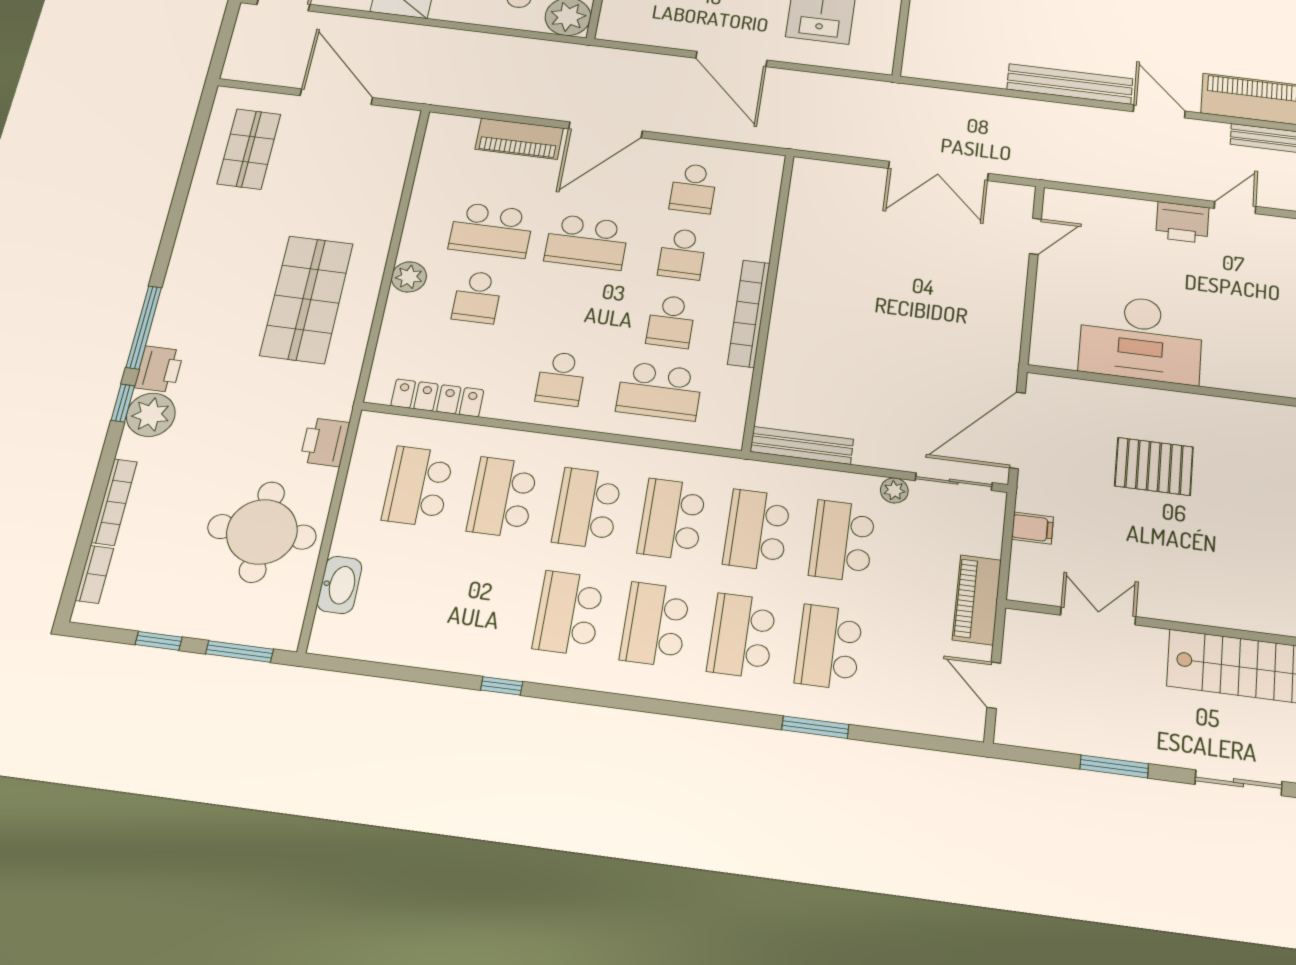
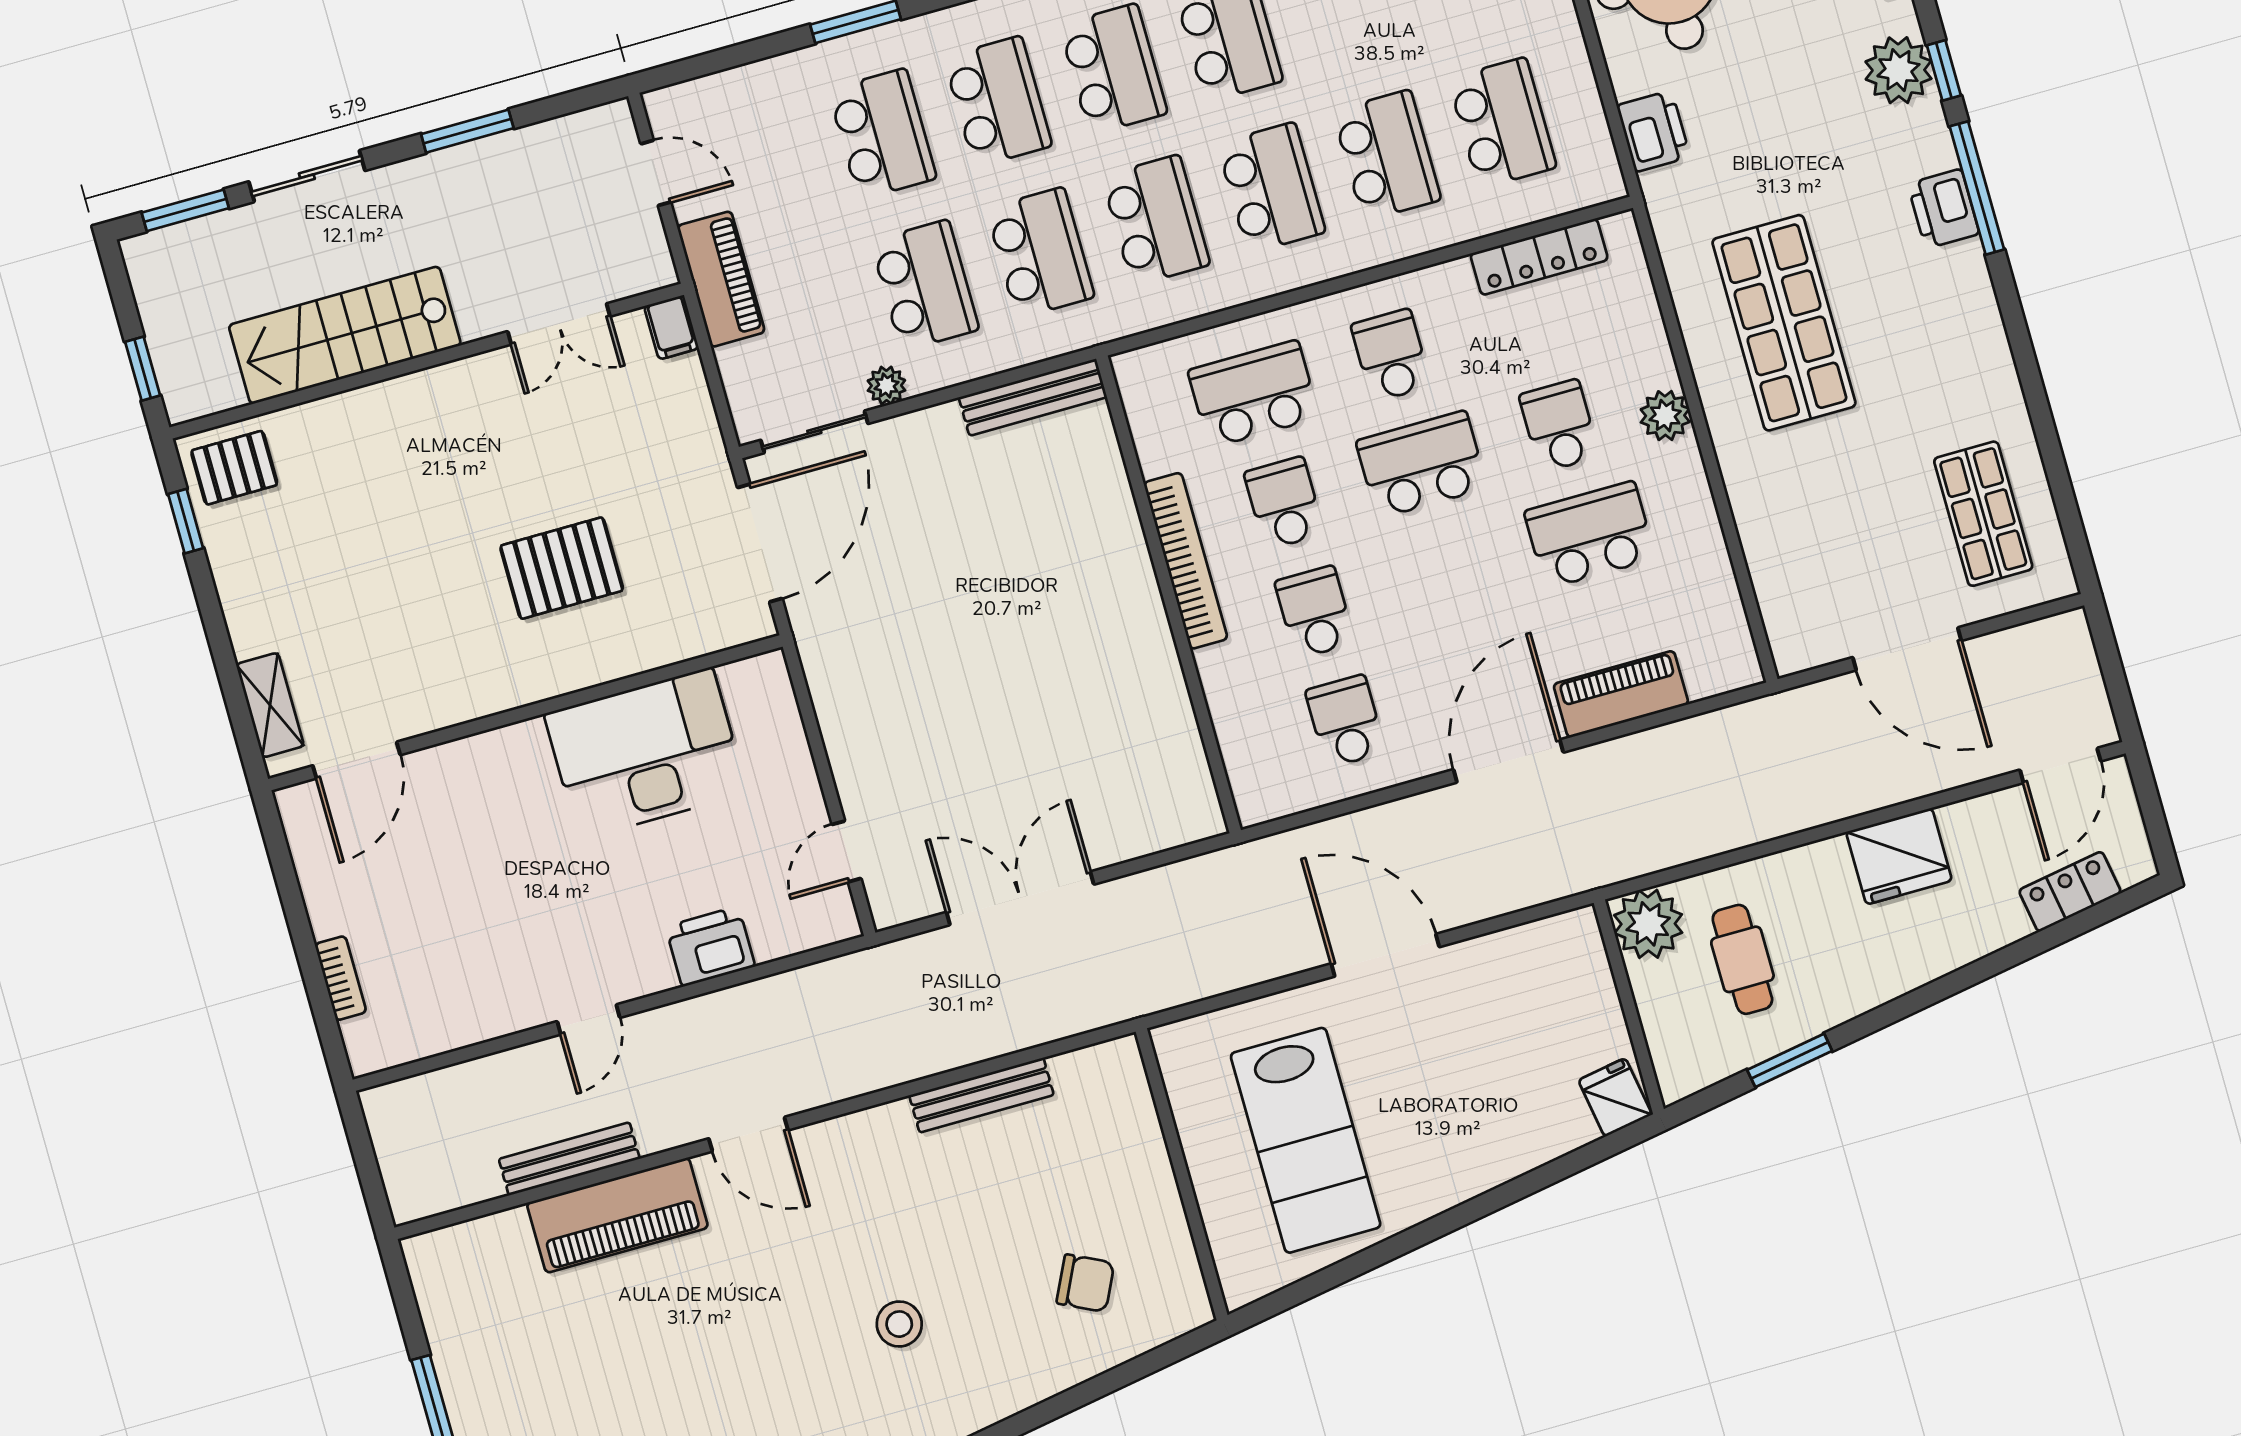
bench: (1070, 84) -> (981, 1095), moved, width x0.73, depth x0.82
printer: (1182, 223) -> (710, 947), moved
school desk: (587, 242) -> (1422, 464), moved
printer: (159, 369) -> (1943, 209), moved
filing cabinet: (1032, 528) -> (671, 327), moved, turned -90

